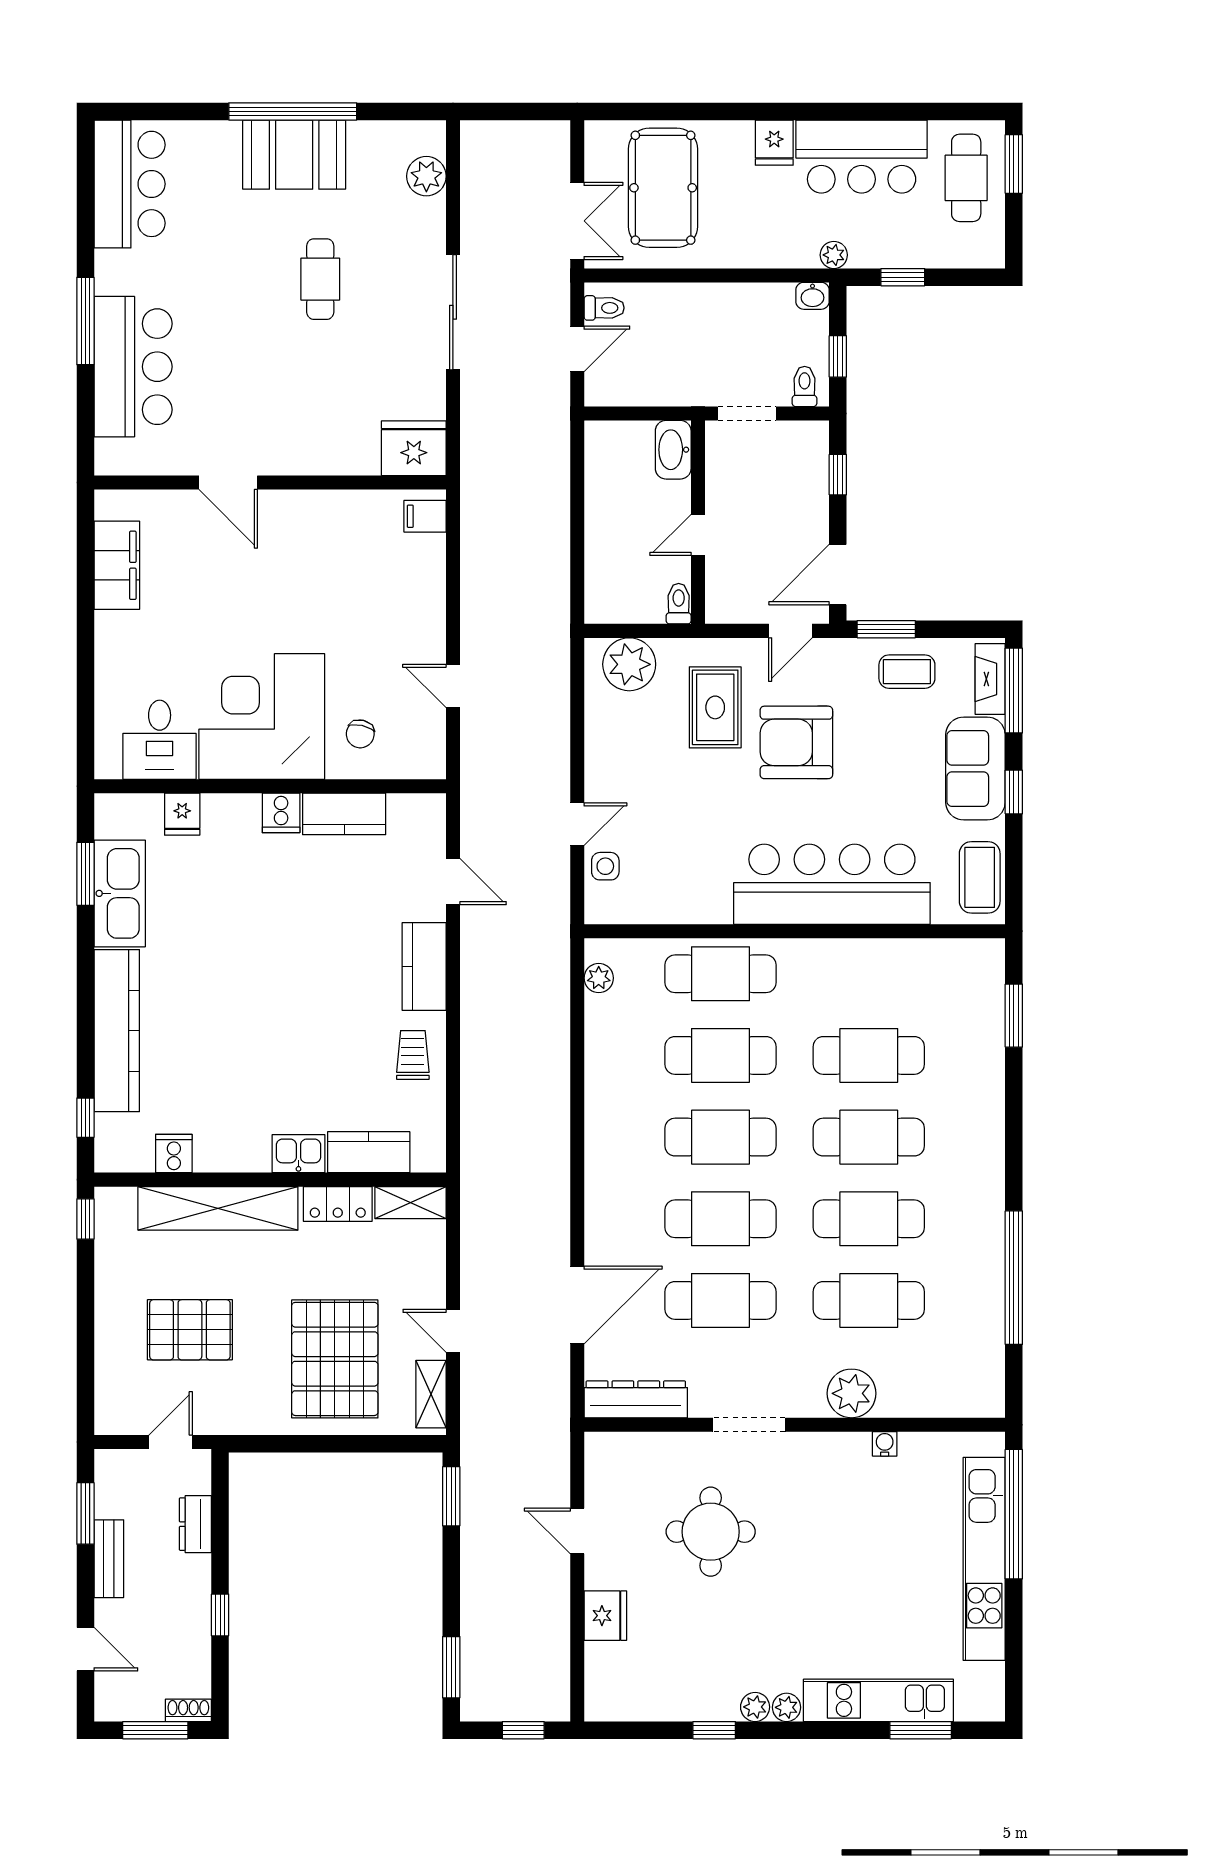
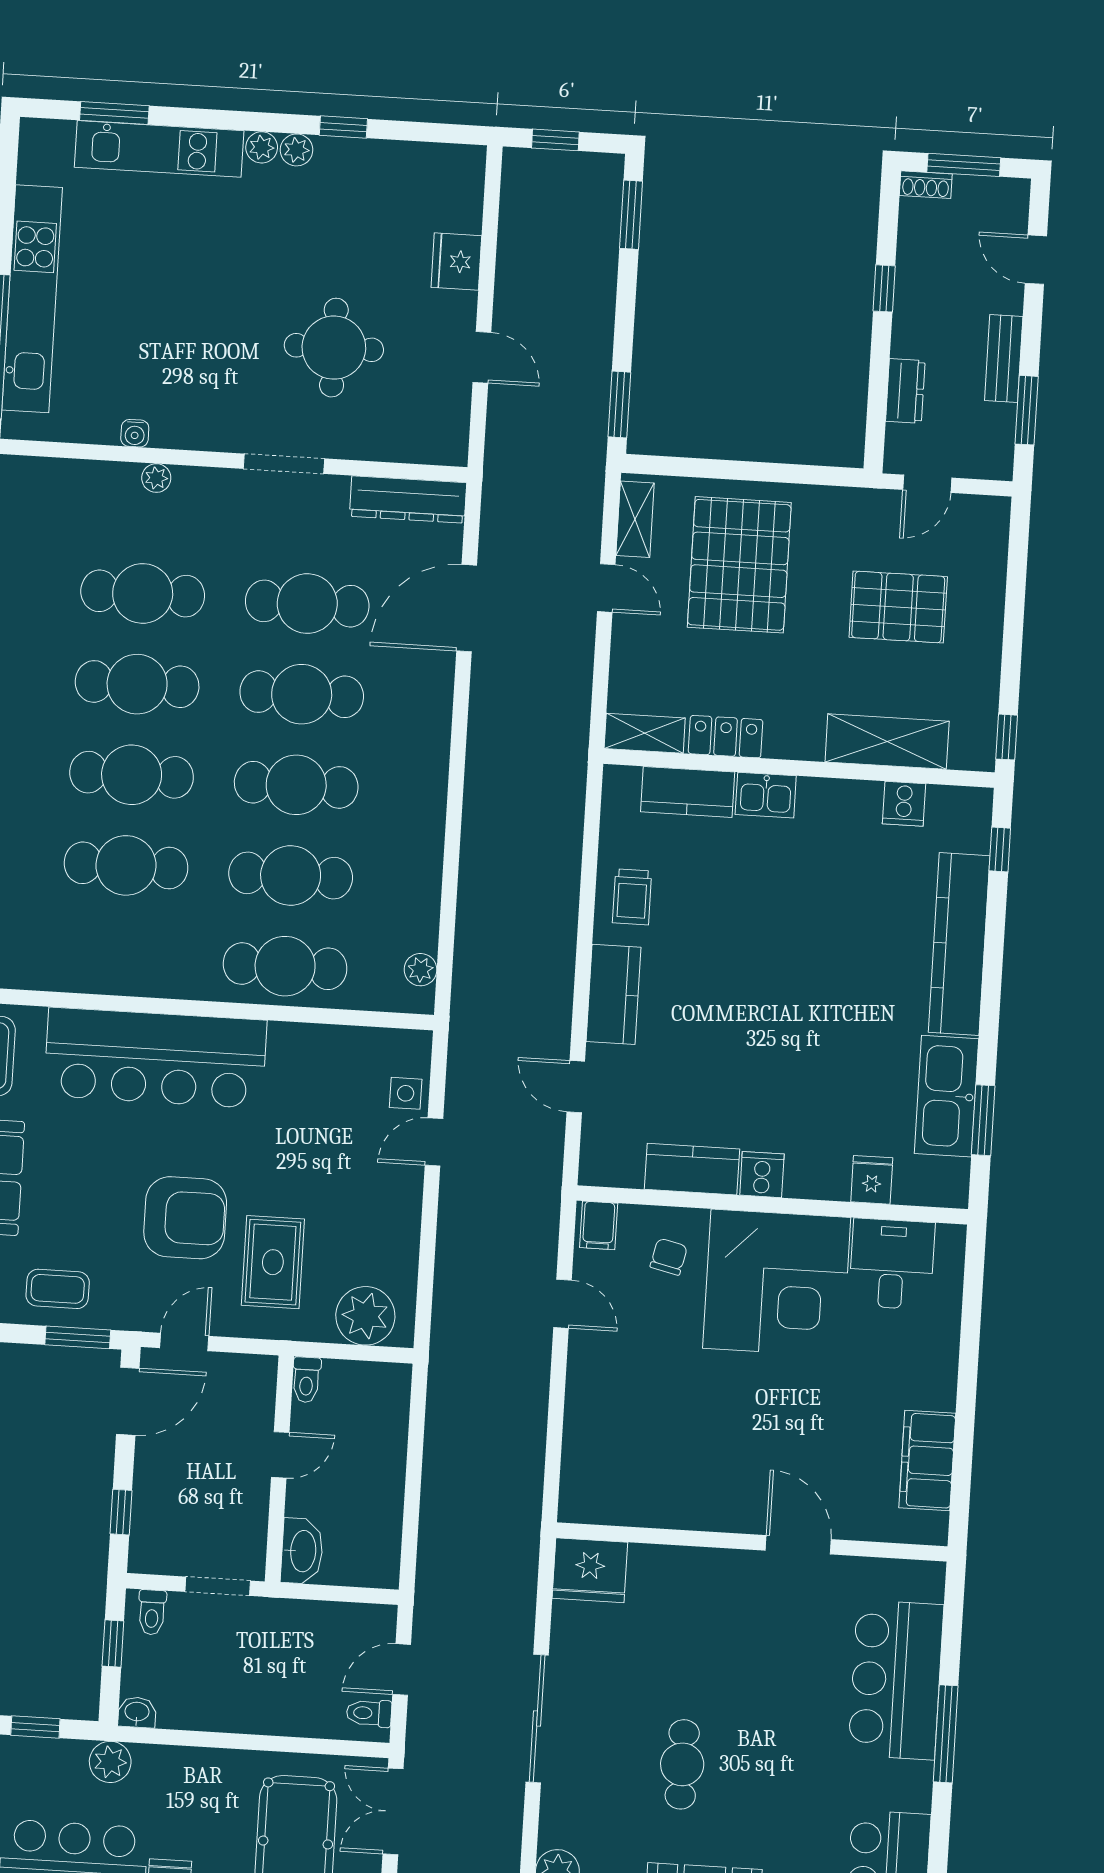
plant: (834, 255) -> (110, 1762), width x1.38, depth x1.38
filing cabinet: (425, 516) -> (599, 1225), moved, turned 90
shelving: (218, 1208) -> (887, 742), width x0.68
plant: (852, 1393) -> (156, 478), width x0.53, depth x0.53

